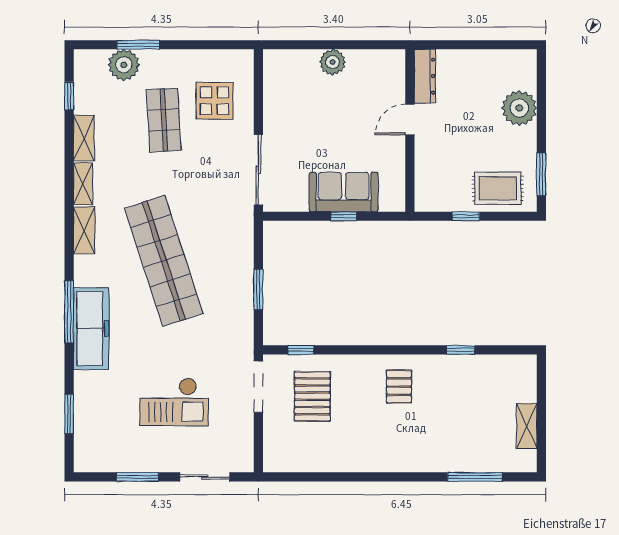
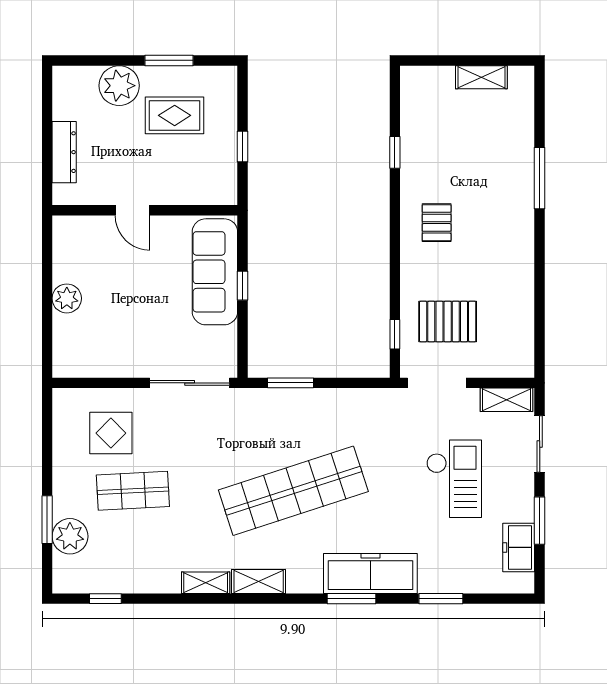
dresser: (425, 76) -> (64, 152), moved, turned 90
shelving: (84, 138) -> (507, 400), moved
window: (541, 174) -> (169, 60), moved
rug: (498, 188) -> (175, 115), moved, turned 90
sofa: (344, 192) -> (215, 272), width x1.36
window: (258, 289) -> (291, 383), moved
window: (69, 312) -> (351, 599), width x0.69
pallet: (399, 387) -> (437, 223), turned 90
window: (69, 414) -> (441, 599), moved
freezer: (114, 459) -> (519, 547), added
window: (475, 477) -> (540, 178), moved

